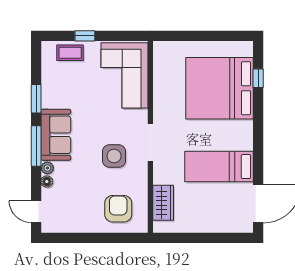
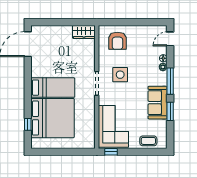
window: (85, 36) -> (111, 152), moved
sofa: (56, 135) -> (157, 103), moved
bed: (219, 167) -> (53, 88), moved
wardrobe: (163, 203) -> (84, 32), moved, turned -90
door: (36, 212) -> (170, 39), swing flipped

